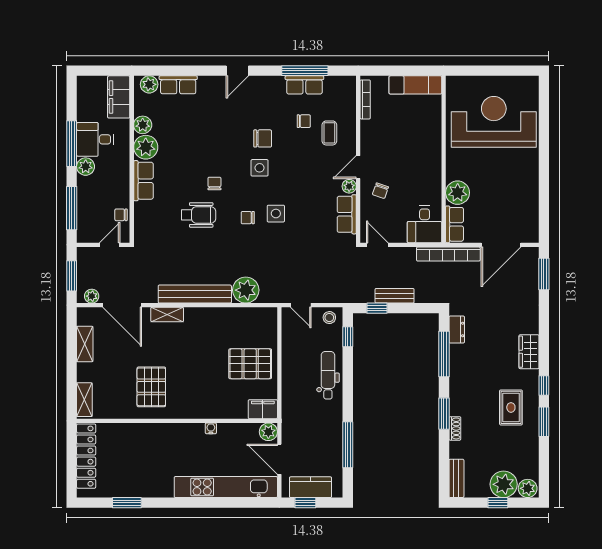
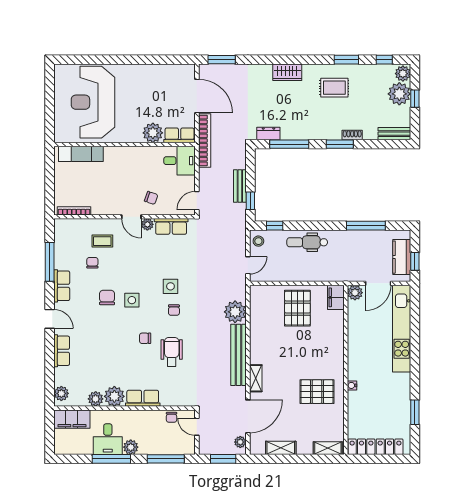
row of seats: (178, 85) -> (62, 351), moved
row of seats: (304, 85) -> (62, 286), moved
exam couch: (415, 85) -> (81, 154), moved, turned 90
window: (544, 385) -> (384, 60), moved
water cooler: (211, 428) -> (352, 385), moved

